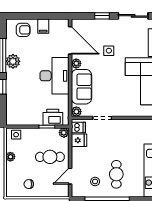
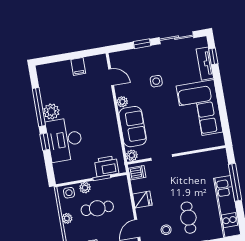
armchair: (23, 30) -> (57, 74), removed
door: (70, 40) -> (111, 77), width x0.53
desk: (54, 76) -> (65, 140), moved, turned 180
plant: (64, 133) -> (85, 188), moved
fridge: (79, 140) -> (142, 200), moved
cafe table: (50, 157) -> (97, 208), moved

